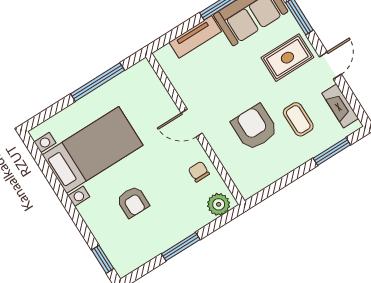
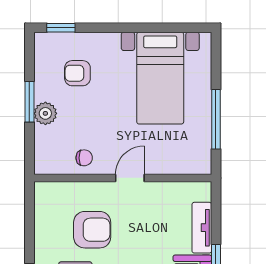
armchair: (133, 202) -> (77, 73), moved
plant: (219, 204) -> (45, 113), moved

